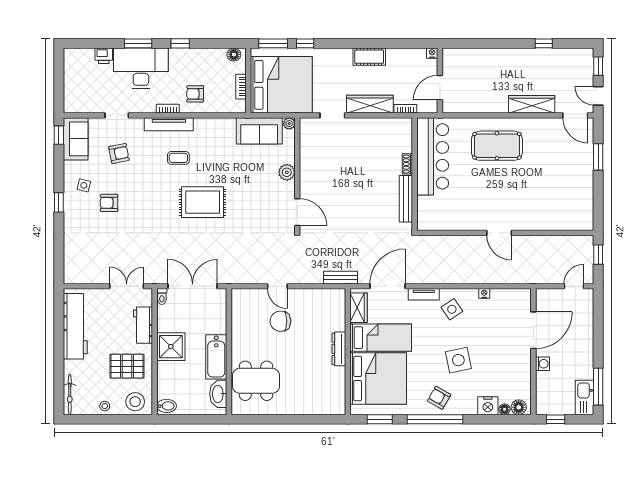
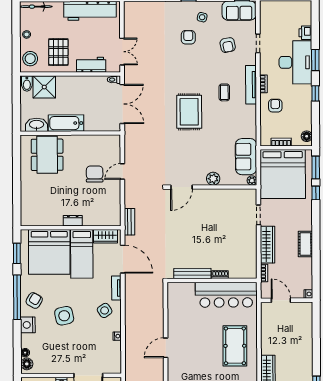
shower: (171, 347) -> (44, 87), moved
dresser: (339, 349) -> (73, 221), width x0.70
nightstand: (488, 406) -> (28, 325), moved

